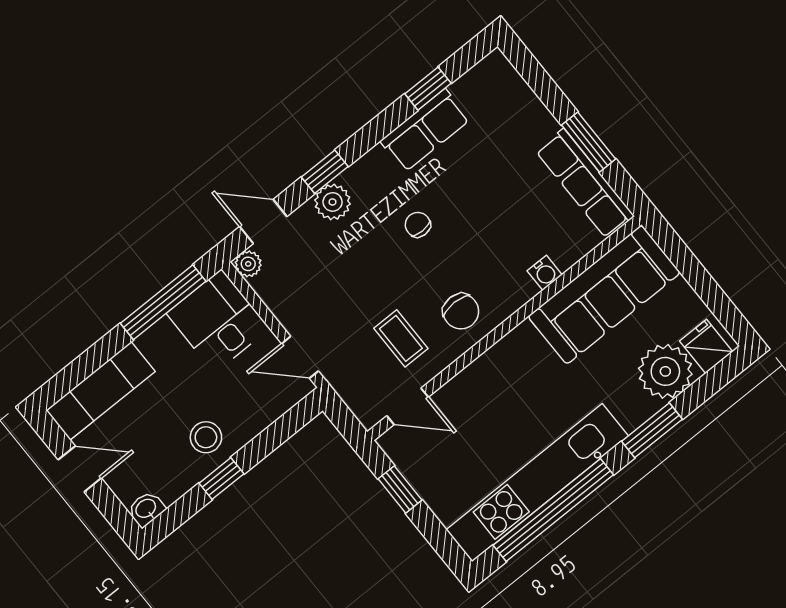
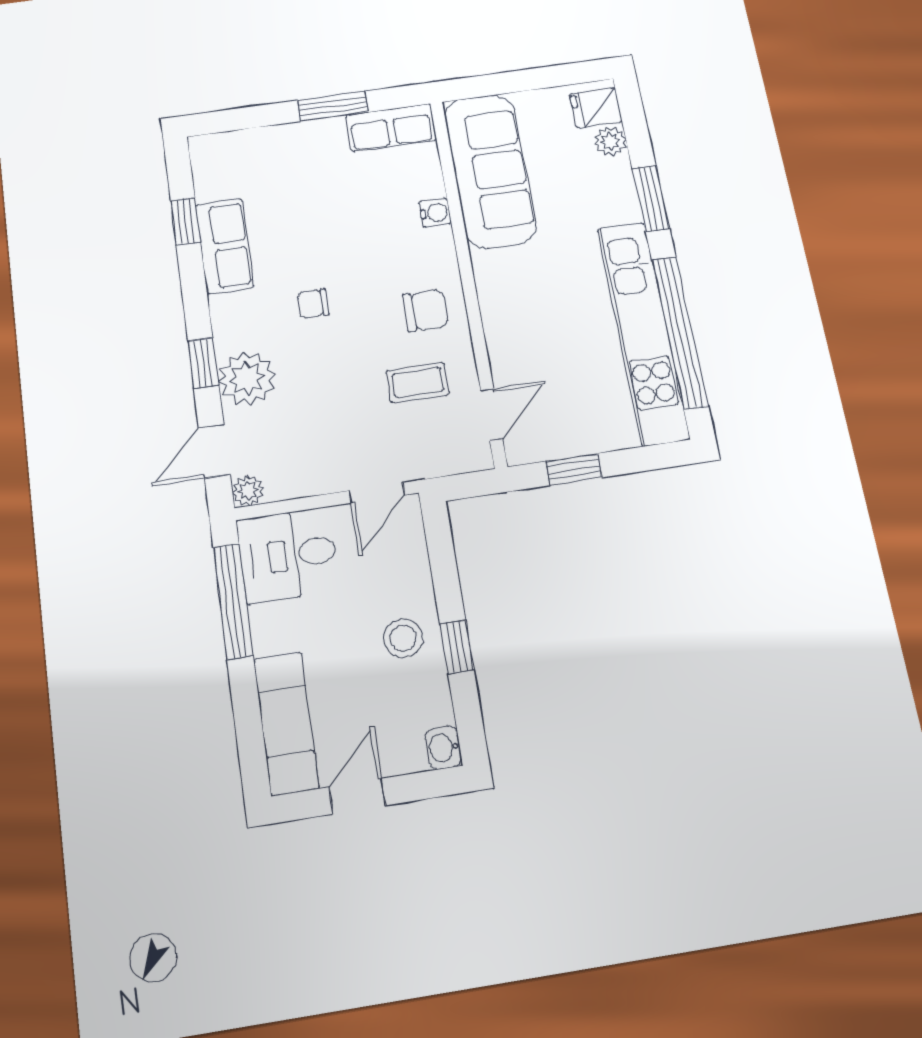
row of seats: (585, 184) -> (391, 128), width x0.68
plant: (333, 202) -> (247, 378), width x1.36, depth x1.36
plant: (665, 371) -> (610, 141), width x0.53, depth x0.53

